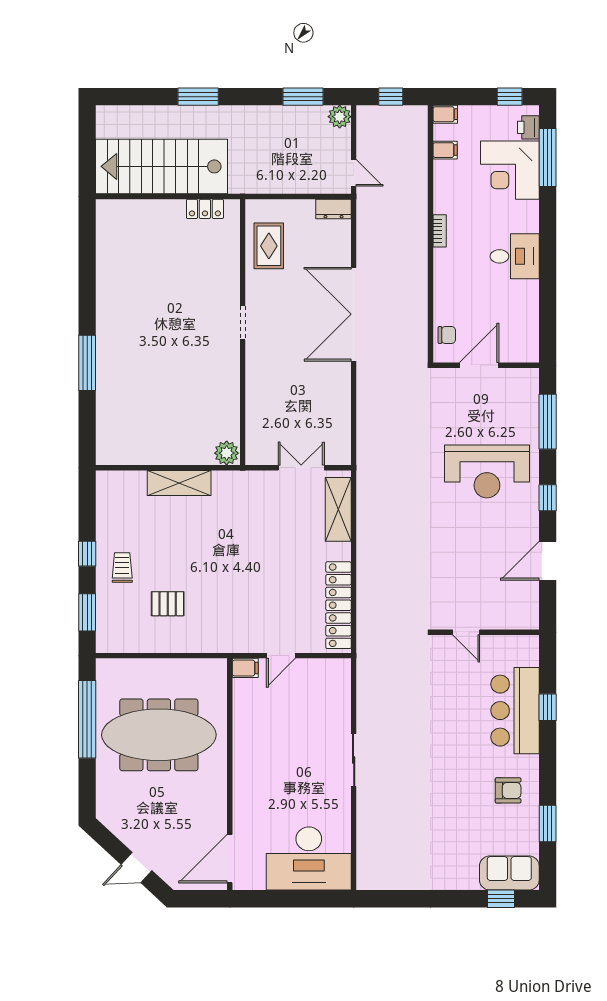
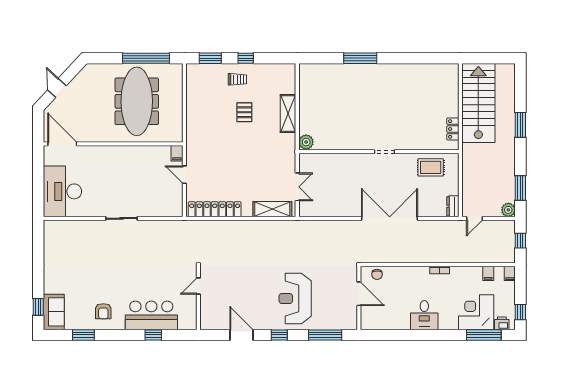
pallet: (168, 604) -> (244, 112), moved

